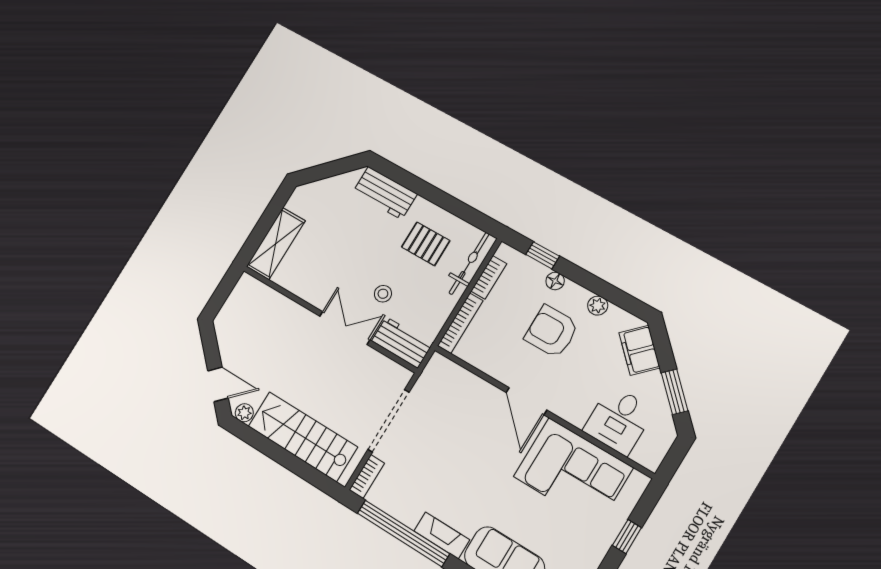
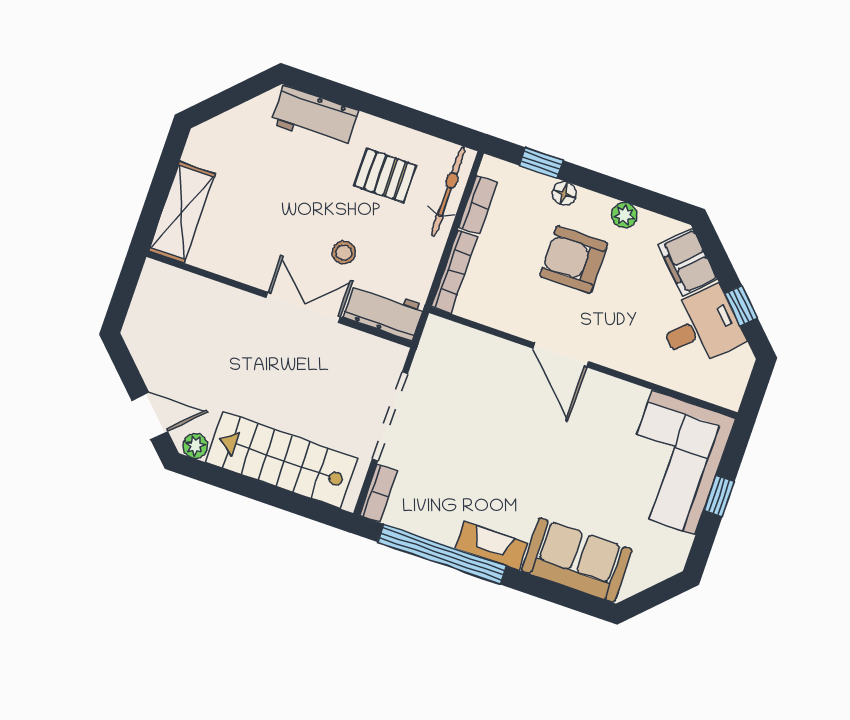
window: (675, 392) -> (741, 306), width x0.67
desk: (619, 420) -> (701, 327), moved, turned -135
corner sofa: (573, 472) -> (674, 463), moved, turned 90

